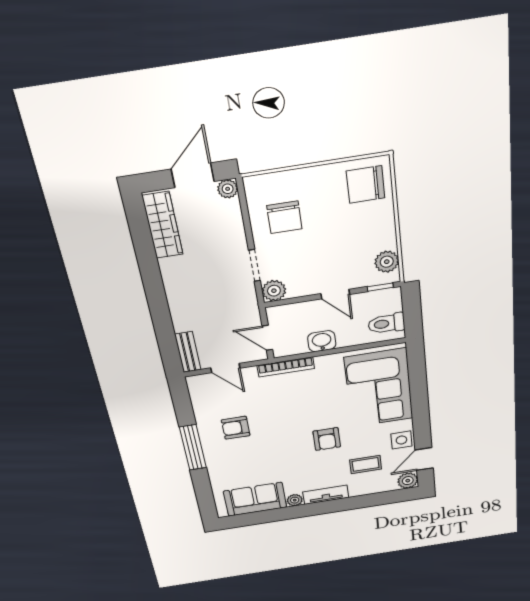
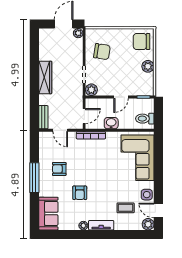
chair: (284, 217) -> (102, 52), turned -81
wardrobe: (163, 225) -> (45, 77), moved
plant: (387, 262) -> (148, 66), moved
door: (335, 294) -> (121, 97), hinge flipped
door: (267, 338) -> (84, 116), swing flipped
armchair: (327, 439) -> (80, 193), moved
door: (424, 459) -> (158, 210), hinge flipped
sofa: (255, 499) -> (48, 214), moved, turned 90

